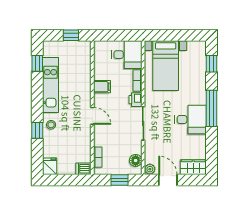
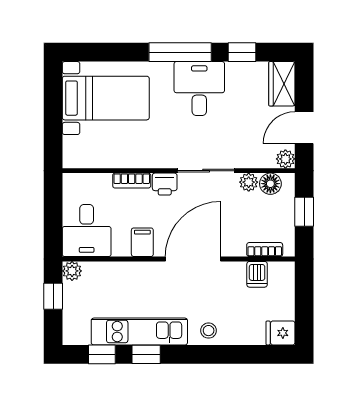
plant: (85, 46) -> (72, 271), added
desk: (127, 55) -> (87, 231), moved, turned 180
window: (211, 64) -> (242, 52), moved
bed with nightstands: (166, 66) -> (106, 98), moved
door: (92, 116) -> (193, 259), width x1.88
window: (37, 130) -> (146, 354), moved
plant: (137, 148) -> (249, 182), added
dishwasher: (83, 169) -> (257, 274), moved

